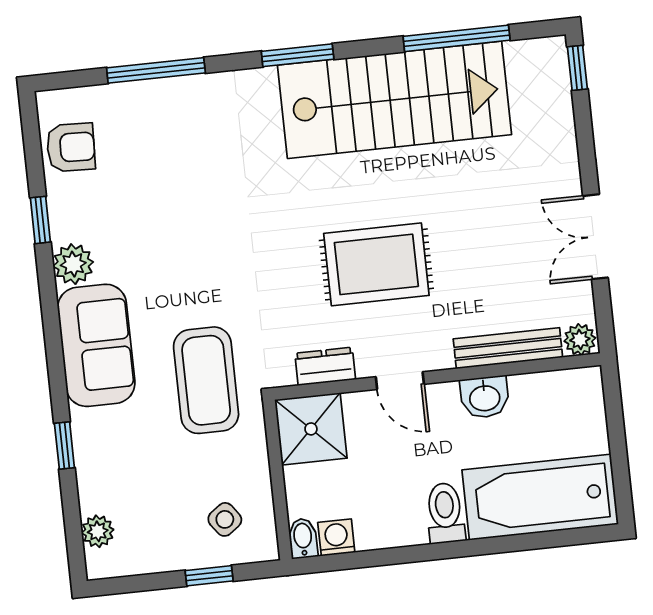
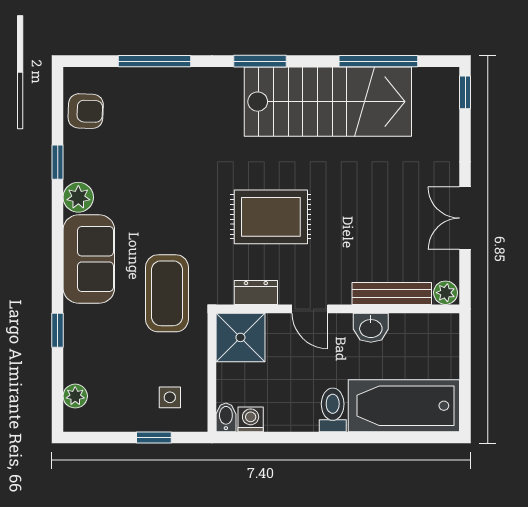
rug: (376, 264) -> (271, 217), moved
side table: (225, 519) -> (170, 397), turned 36

